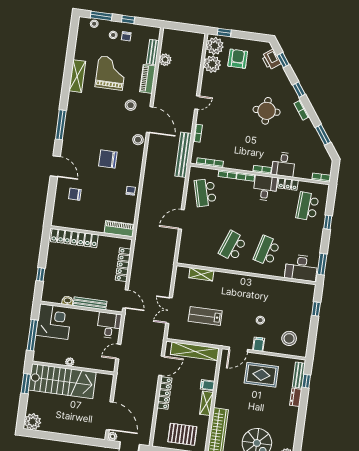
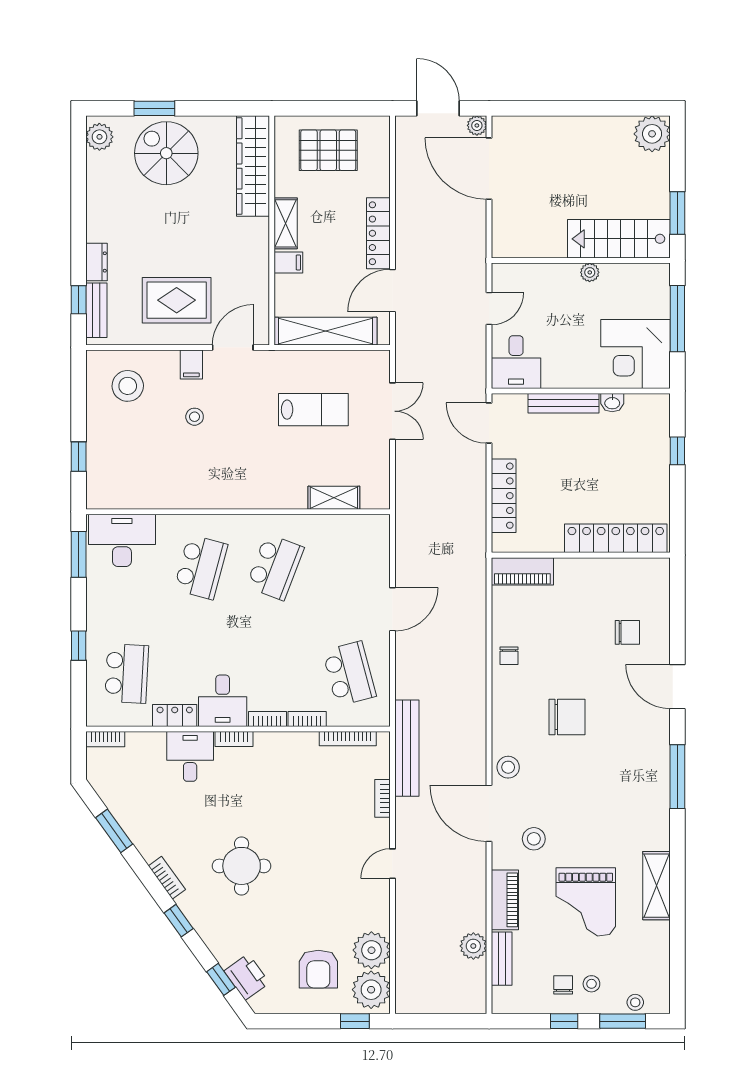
stairs: (62, 381) -> (619, 239), width x0.73, depth x0.66

